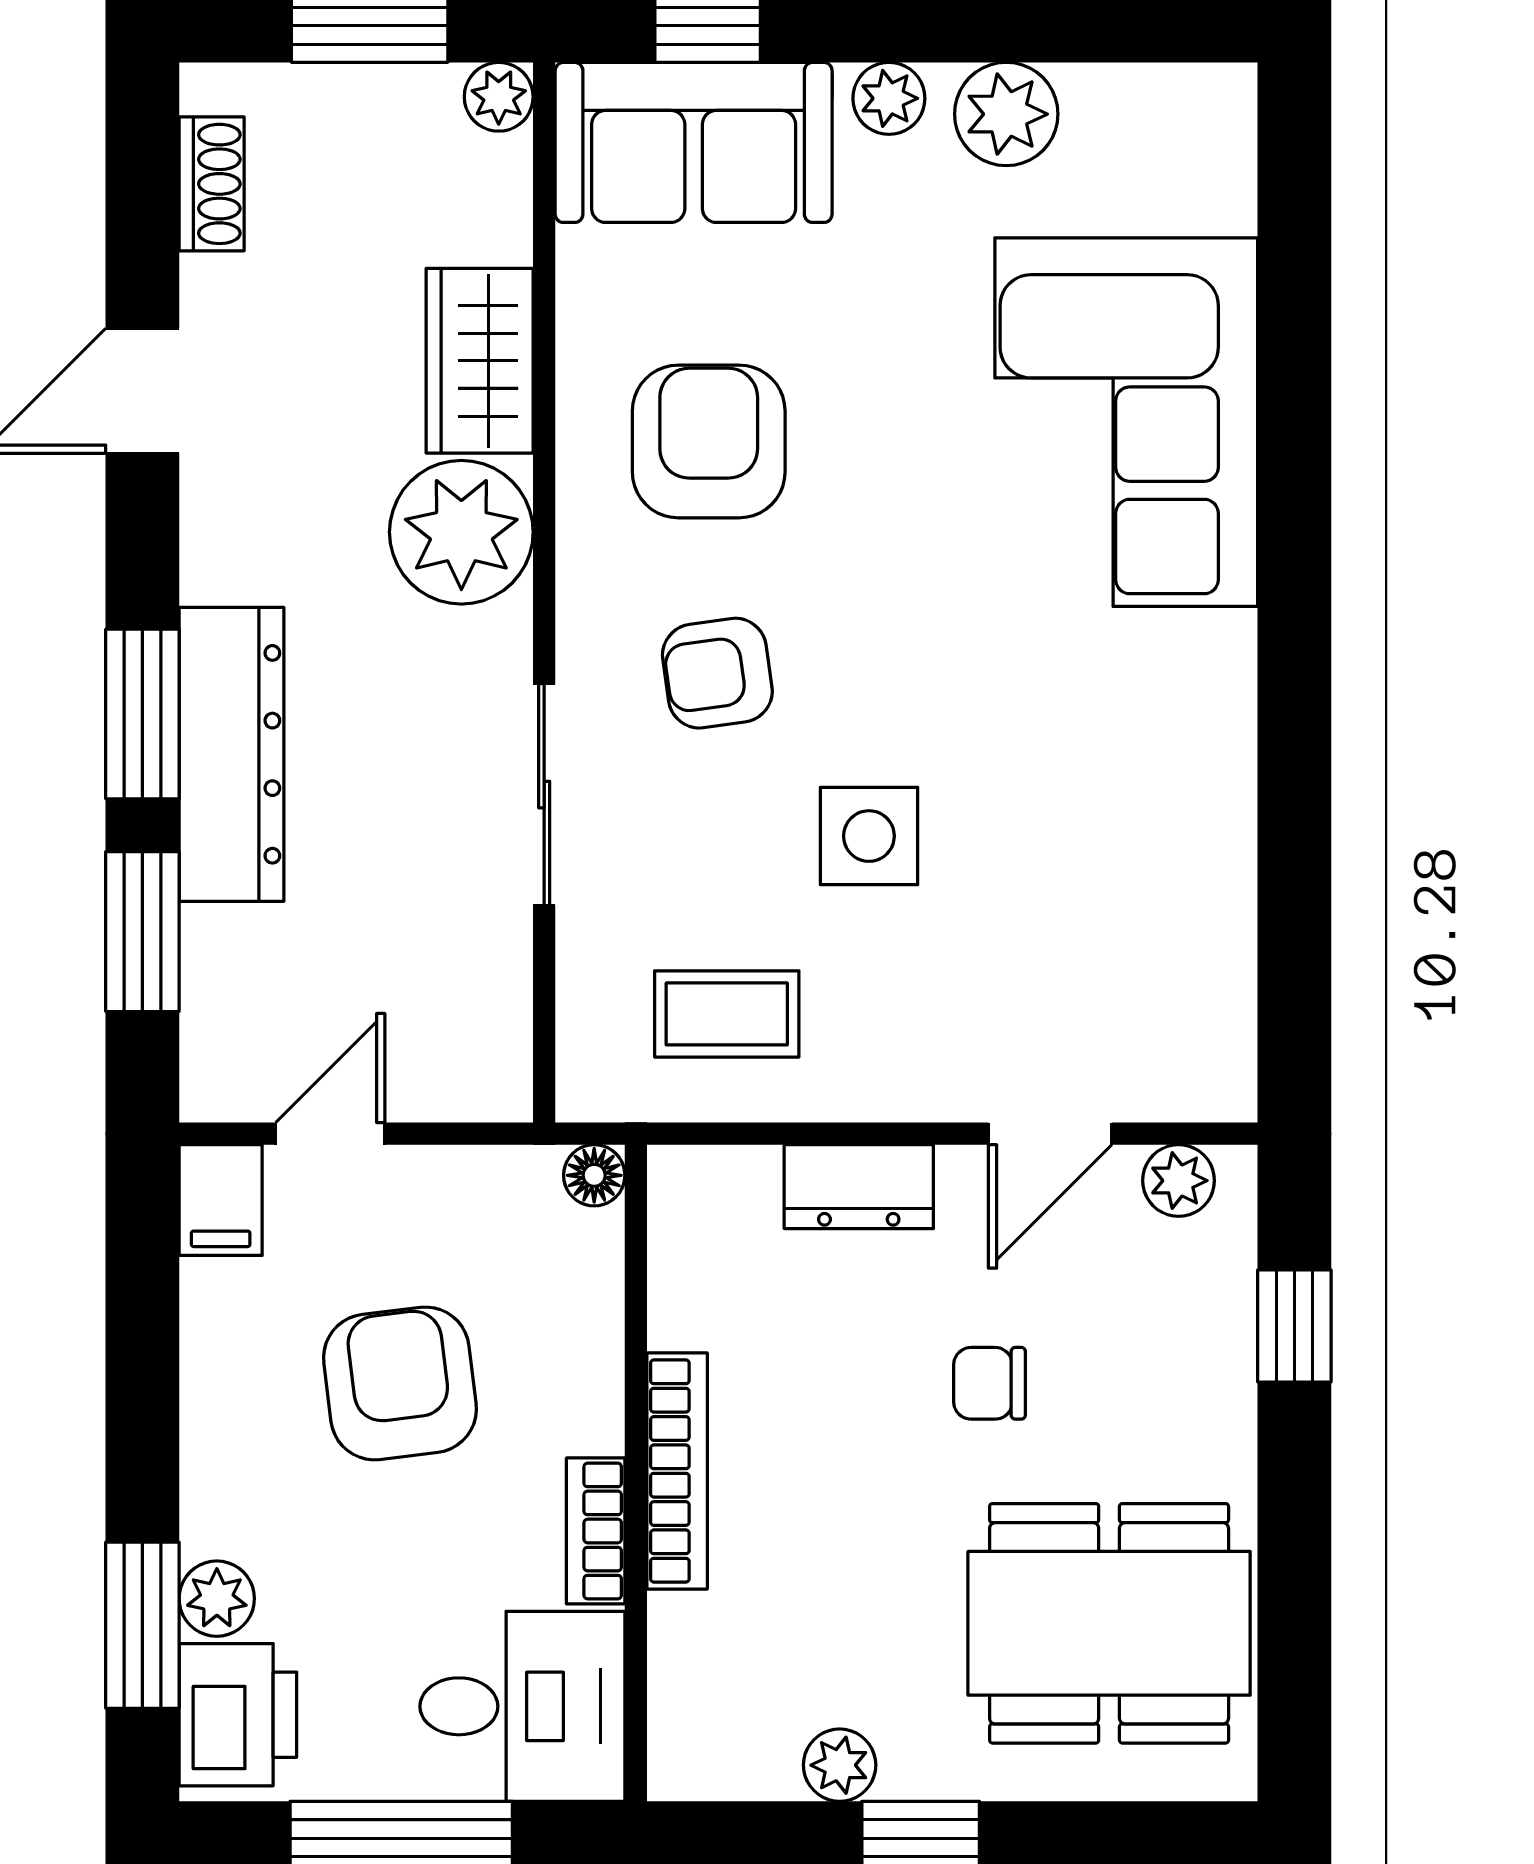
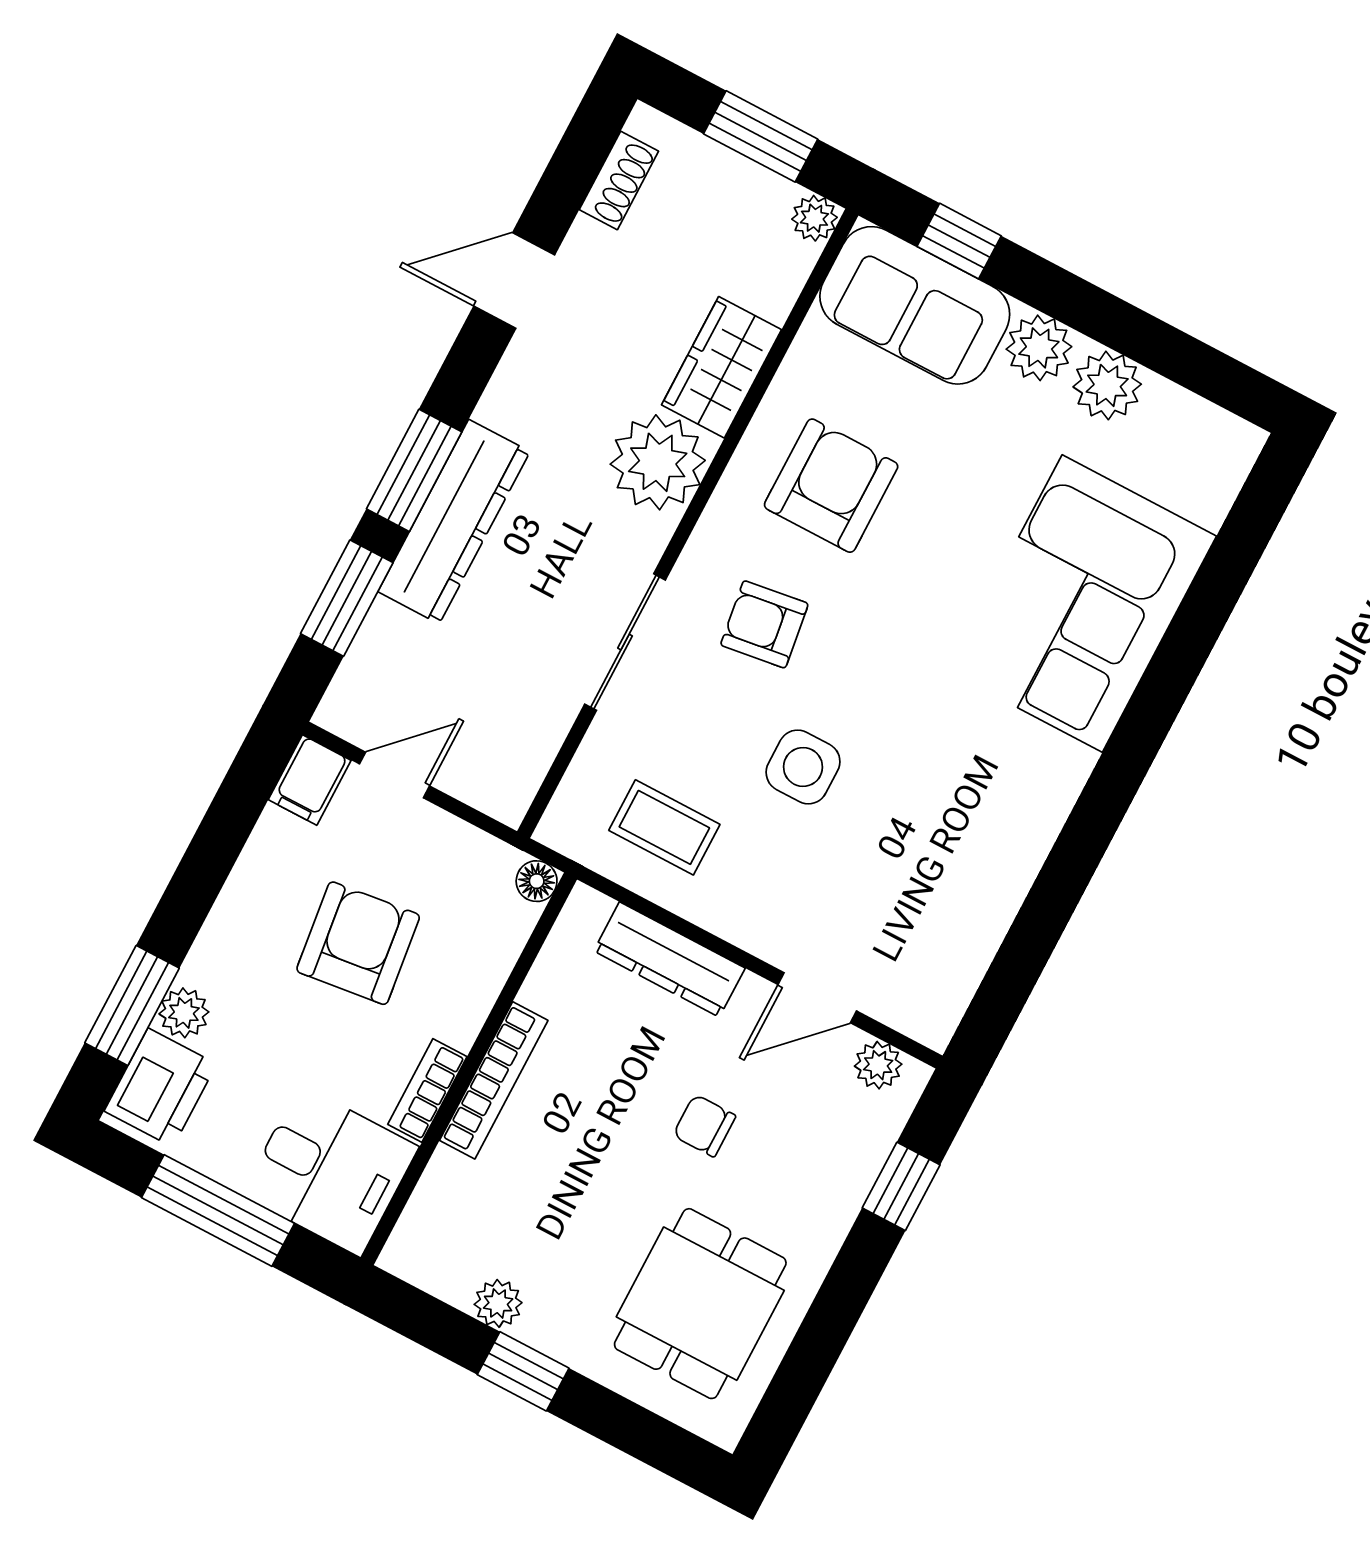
plant: (889, 98) -> (1039, 348), width x1.38, depth x1.38
dresser: (859, 1187) -> (669, 960), width x1.44
dining table: (1109, 1623) -> (700, 1304), width x0.73

